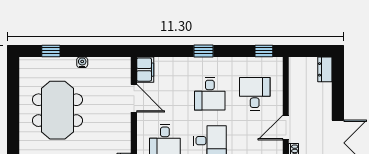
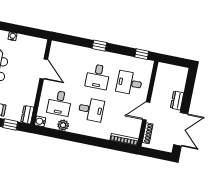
dresser: (325, 69) -> (177, 100), moved
filing cabinet: (145, 70) -> (56, 50), removed
desk: (255, 94) -> (129, 83), turned -90

